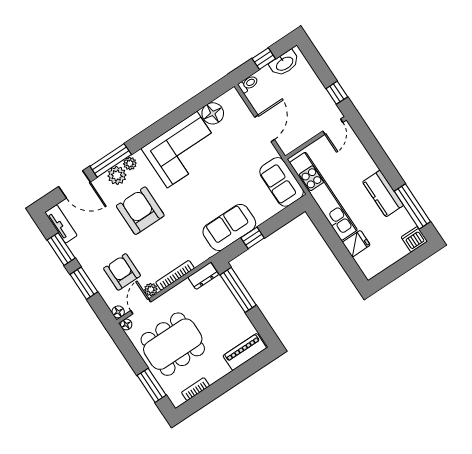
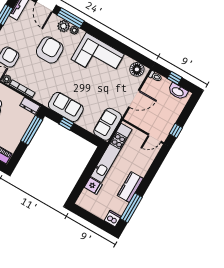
floor lamp: (213, 113) -> (137, 69), moved

